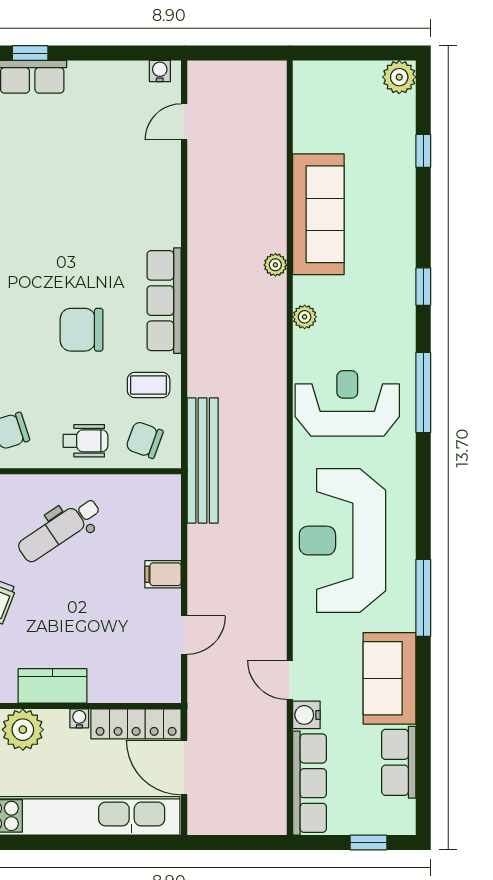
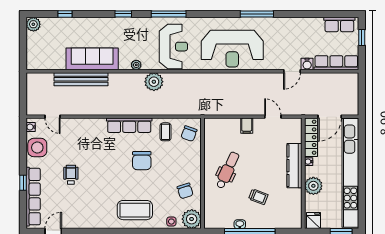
side table: (112, 86) -> (37, 147), added
plant: (275, 265) -> (154, 82), moved, width x1.88, depth x1.88
reception desk: (347, 403) -> (173, 47), turned 180
wheelchair: (86, 441) -> (71, 175), moved
bench: (203, 460) -> (81, 79), moved
dental chair: (59, 530) -> (228, 170), turned -121
sofa: (389, 678) -> (291, 28), removed
kitchen counter: (53, 686) -> (295, 166), width x1.50
row of seats: (399, 762) -> (339, 24), moved

